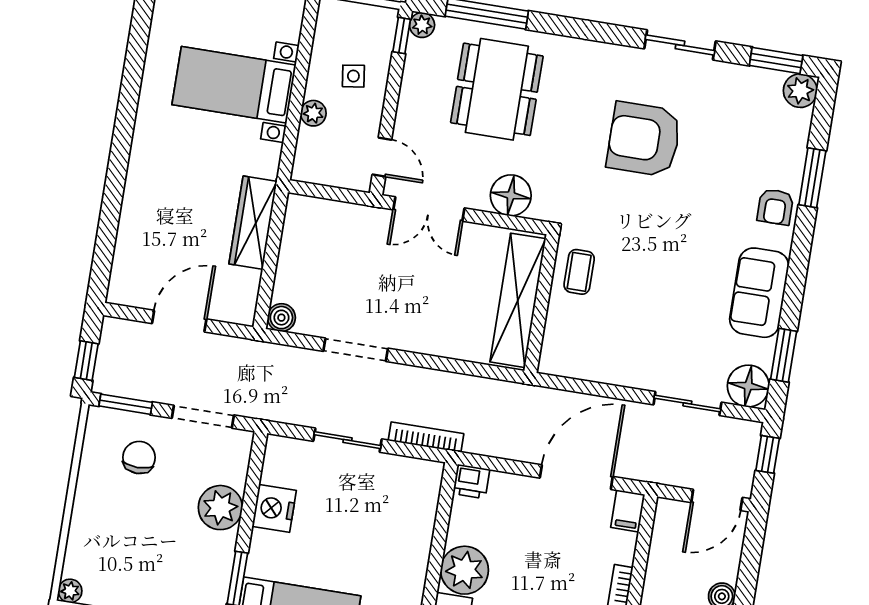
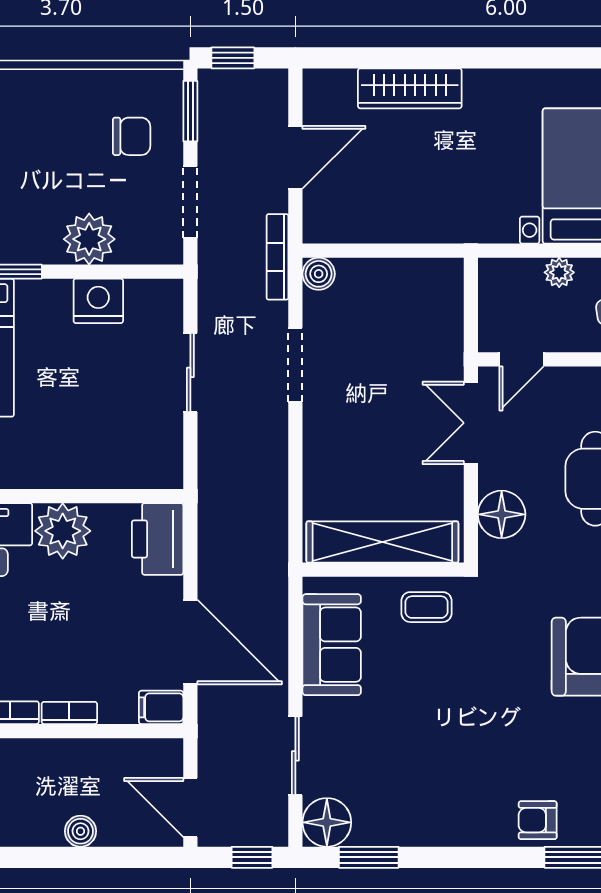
wardrobe: (253, 223) -> (410, 88), moved, turned 180
sofa: (759, 293) -> (332, 645), moved, turned 90
door: (179, 321) -> (295, 157), hinge flipped
bookcase: (426, 437) -> (277, 257), moved, turned 180
printer: (471, 481) -> (158, 539), width x1.87, depth x1.48

